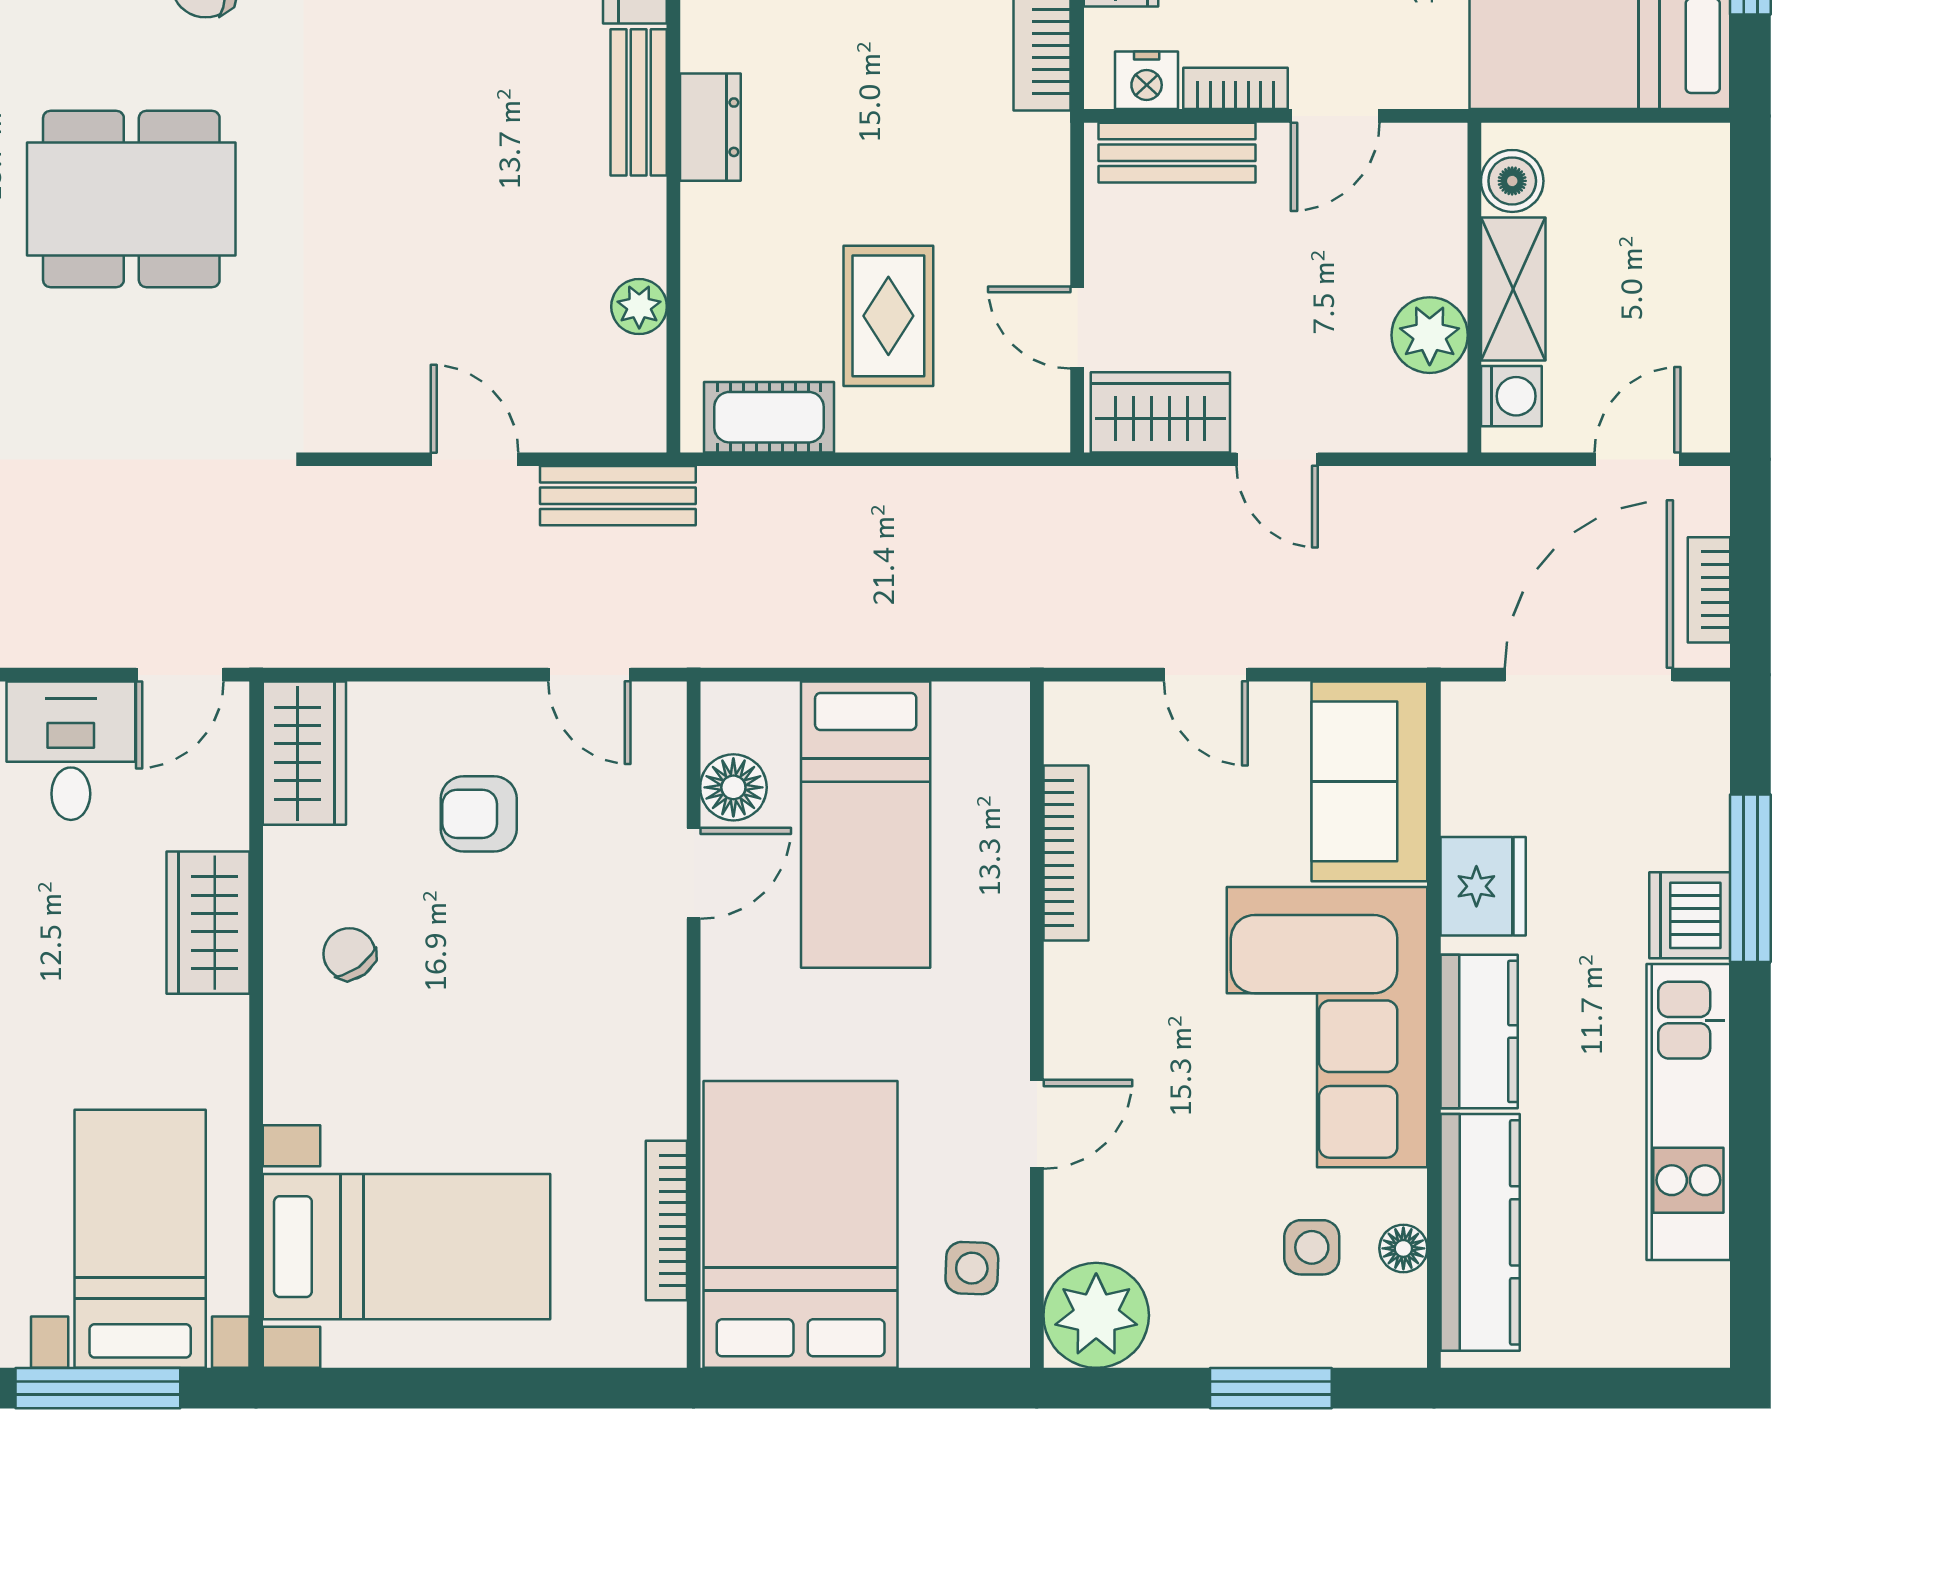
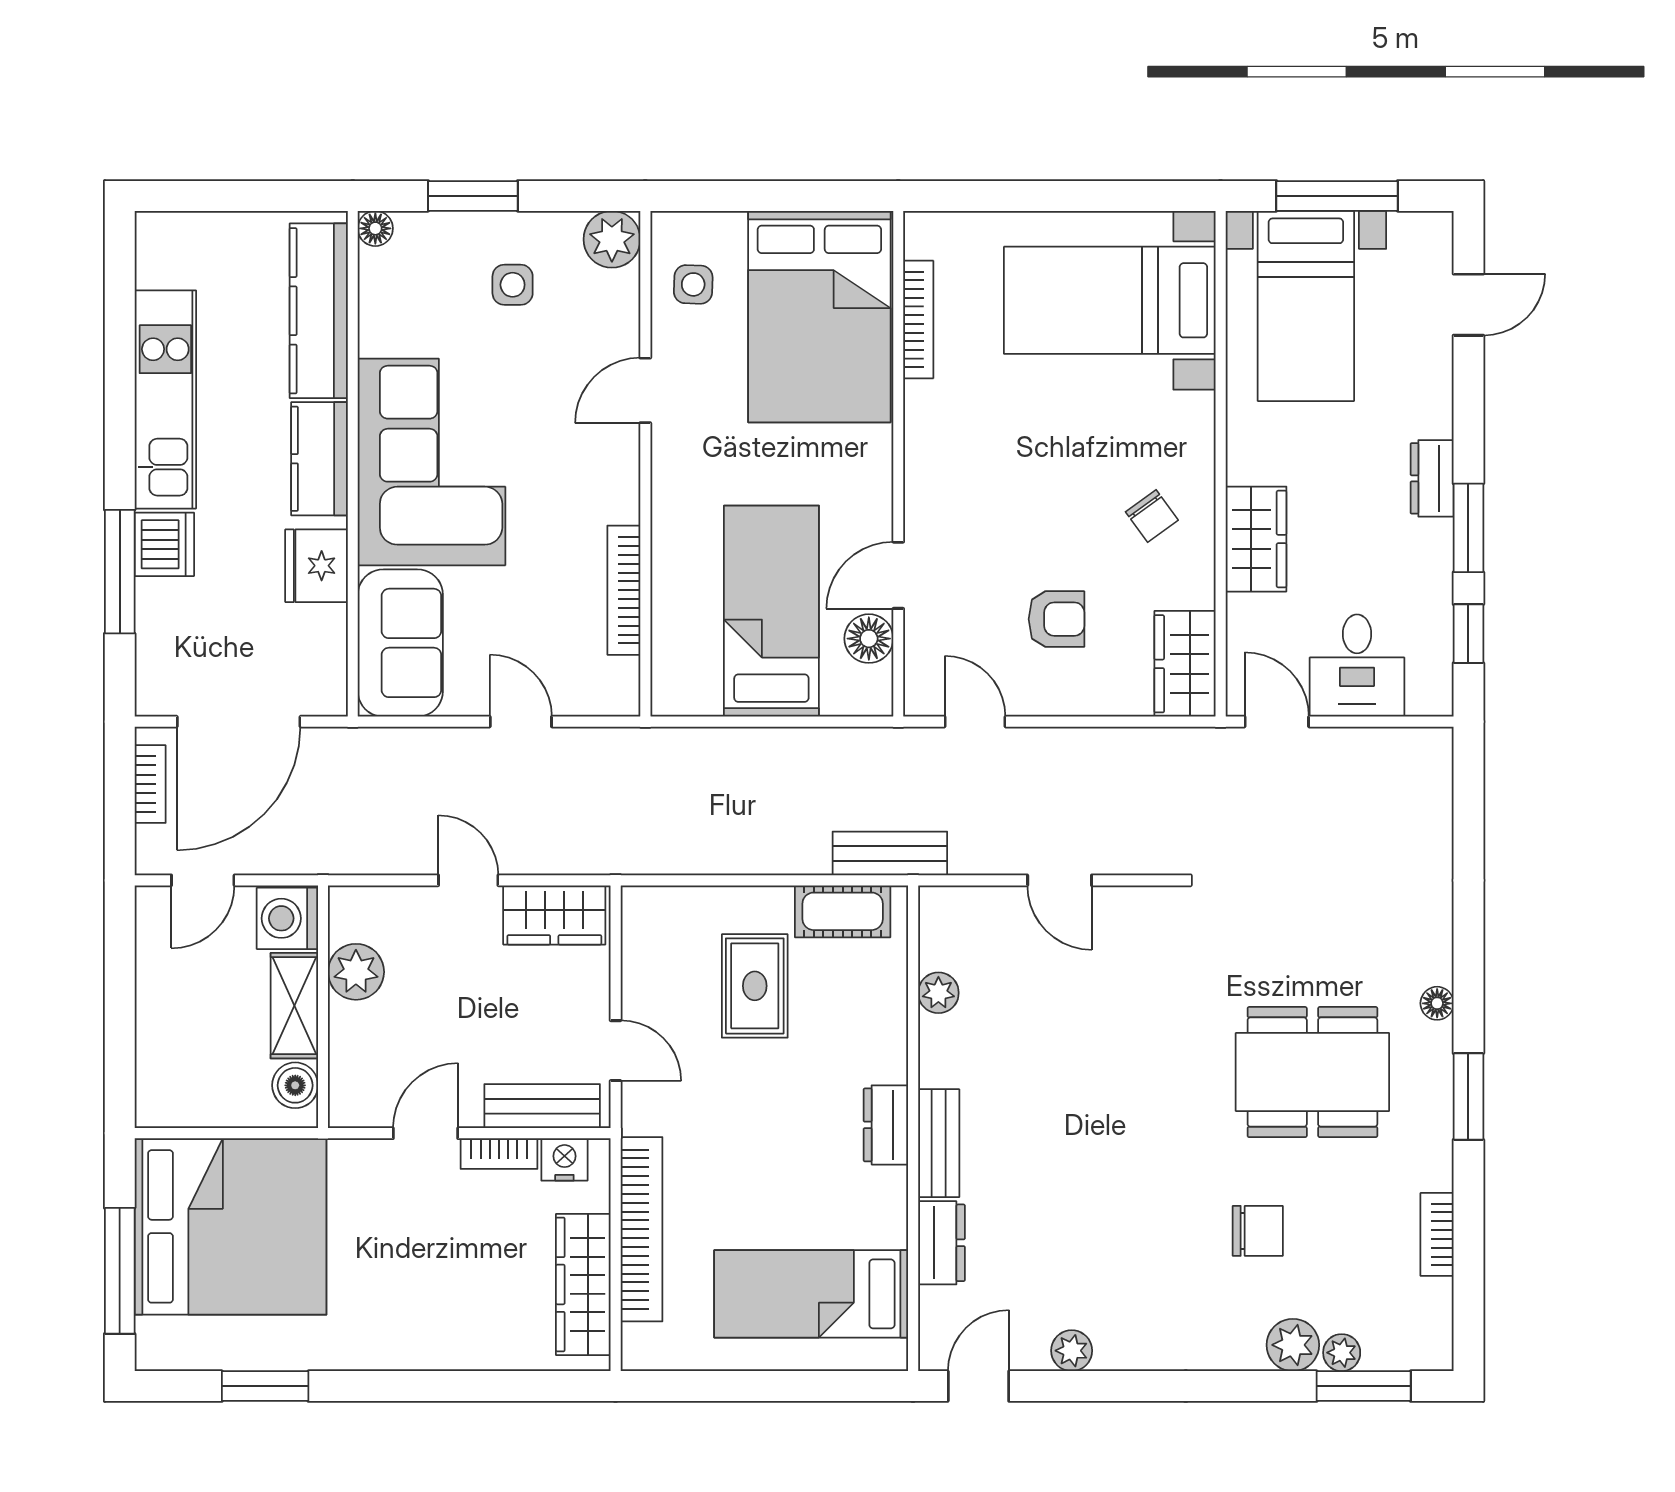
door: (1077, 327) -> (616, 1051), moved
washing machine: (1511, 396) -> (287, 918), width x1.38, depth x1.38
bench: (618, 496) -> (890, 853), moved
door: (180, 675) -> (1277, 722), hinge flipped
side table: (1312, 1247) -> (513, 285), moved
floor lamp: (1403, 1248) -> (375, 228), moved
plant: (1096, 1315) -> (612, 239), width x0.73, depth x0.73

